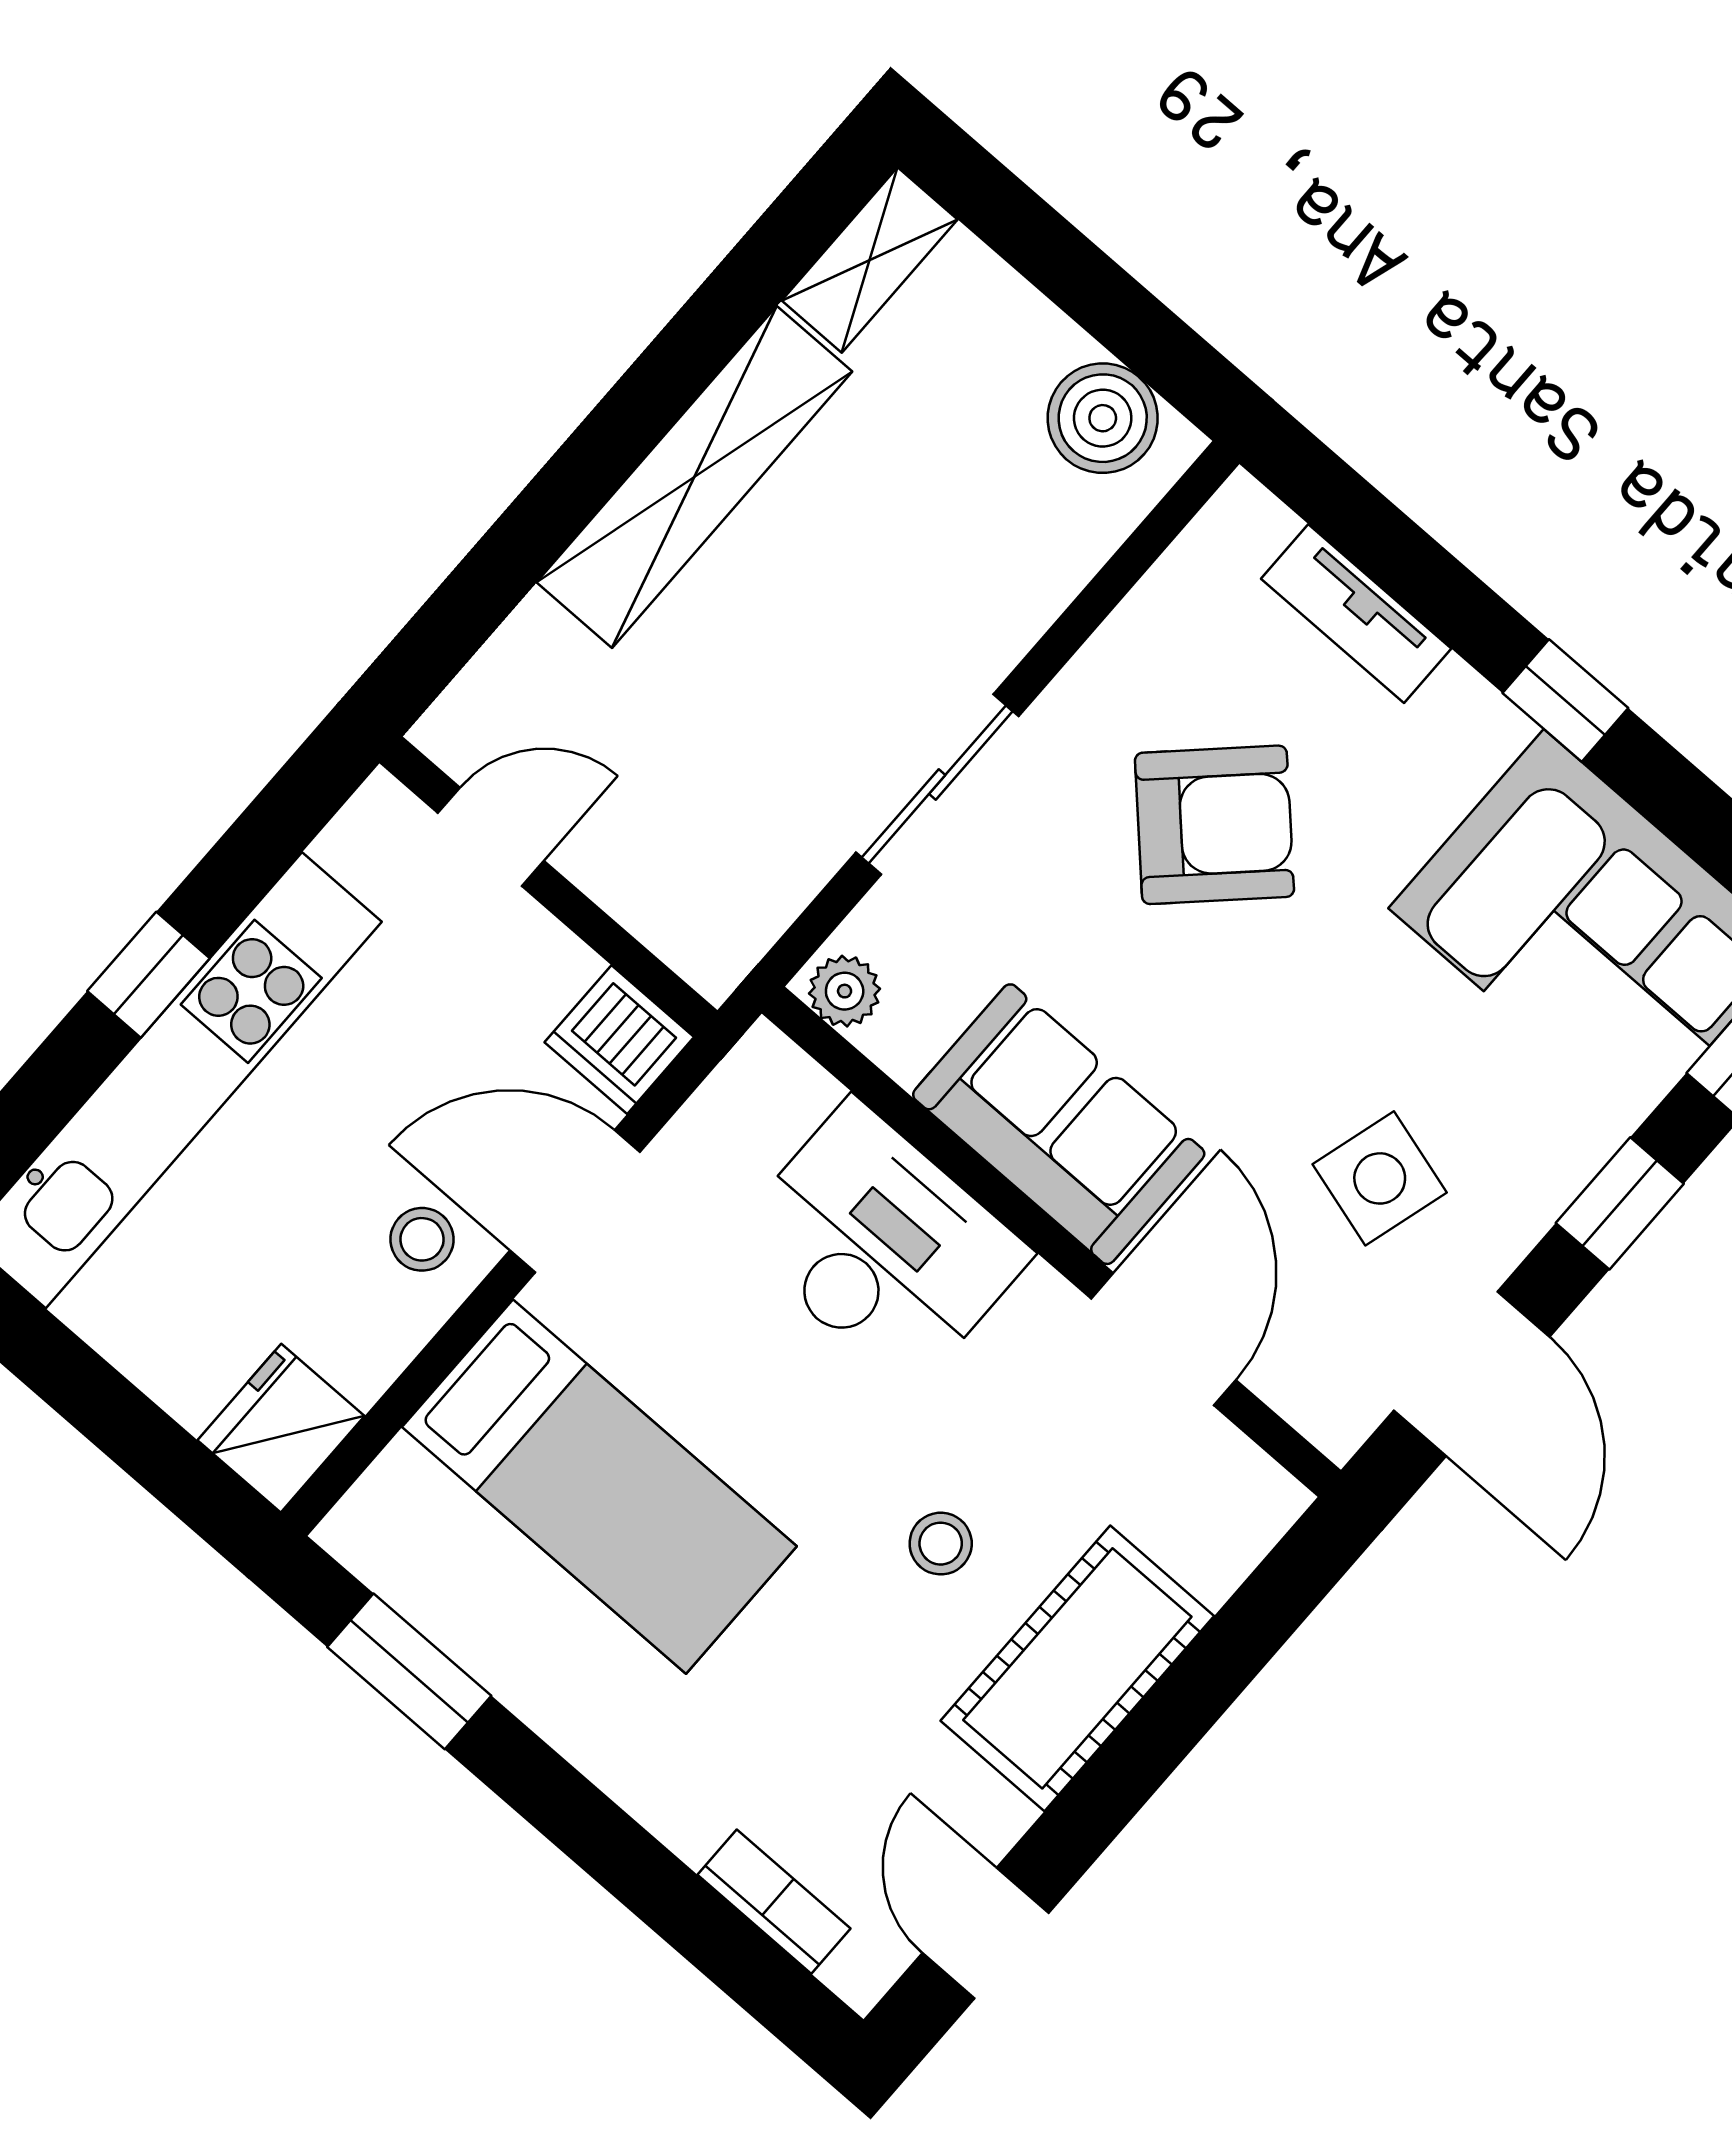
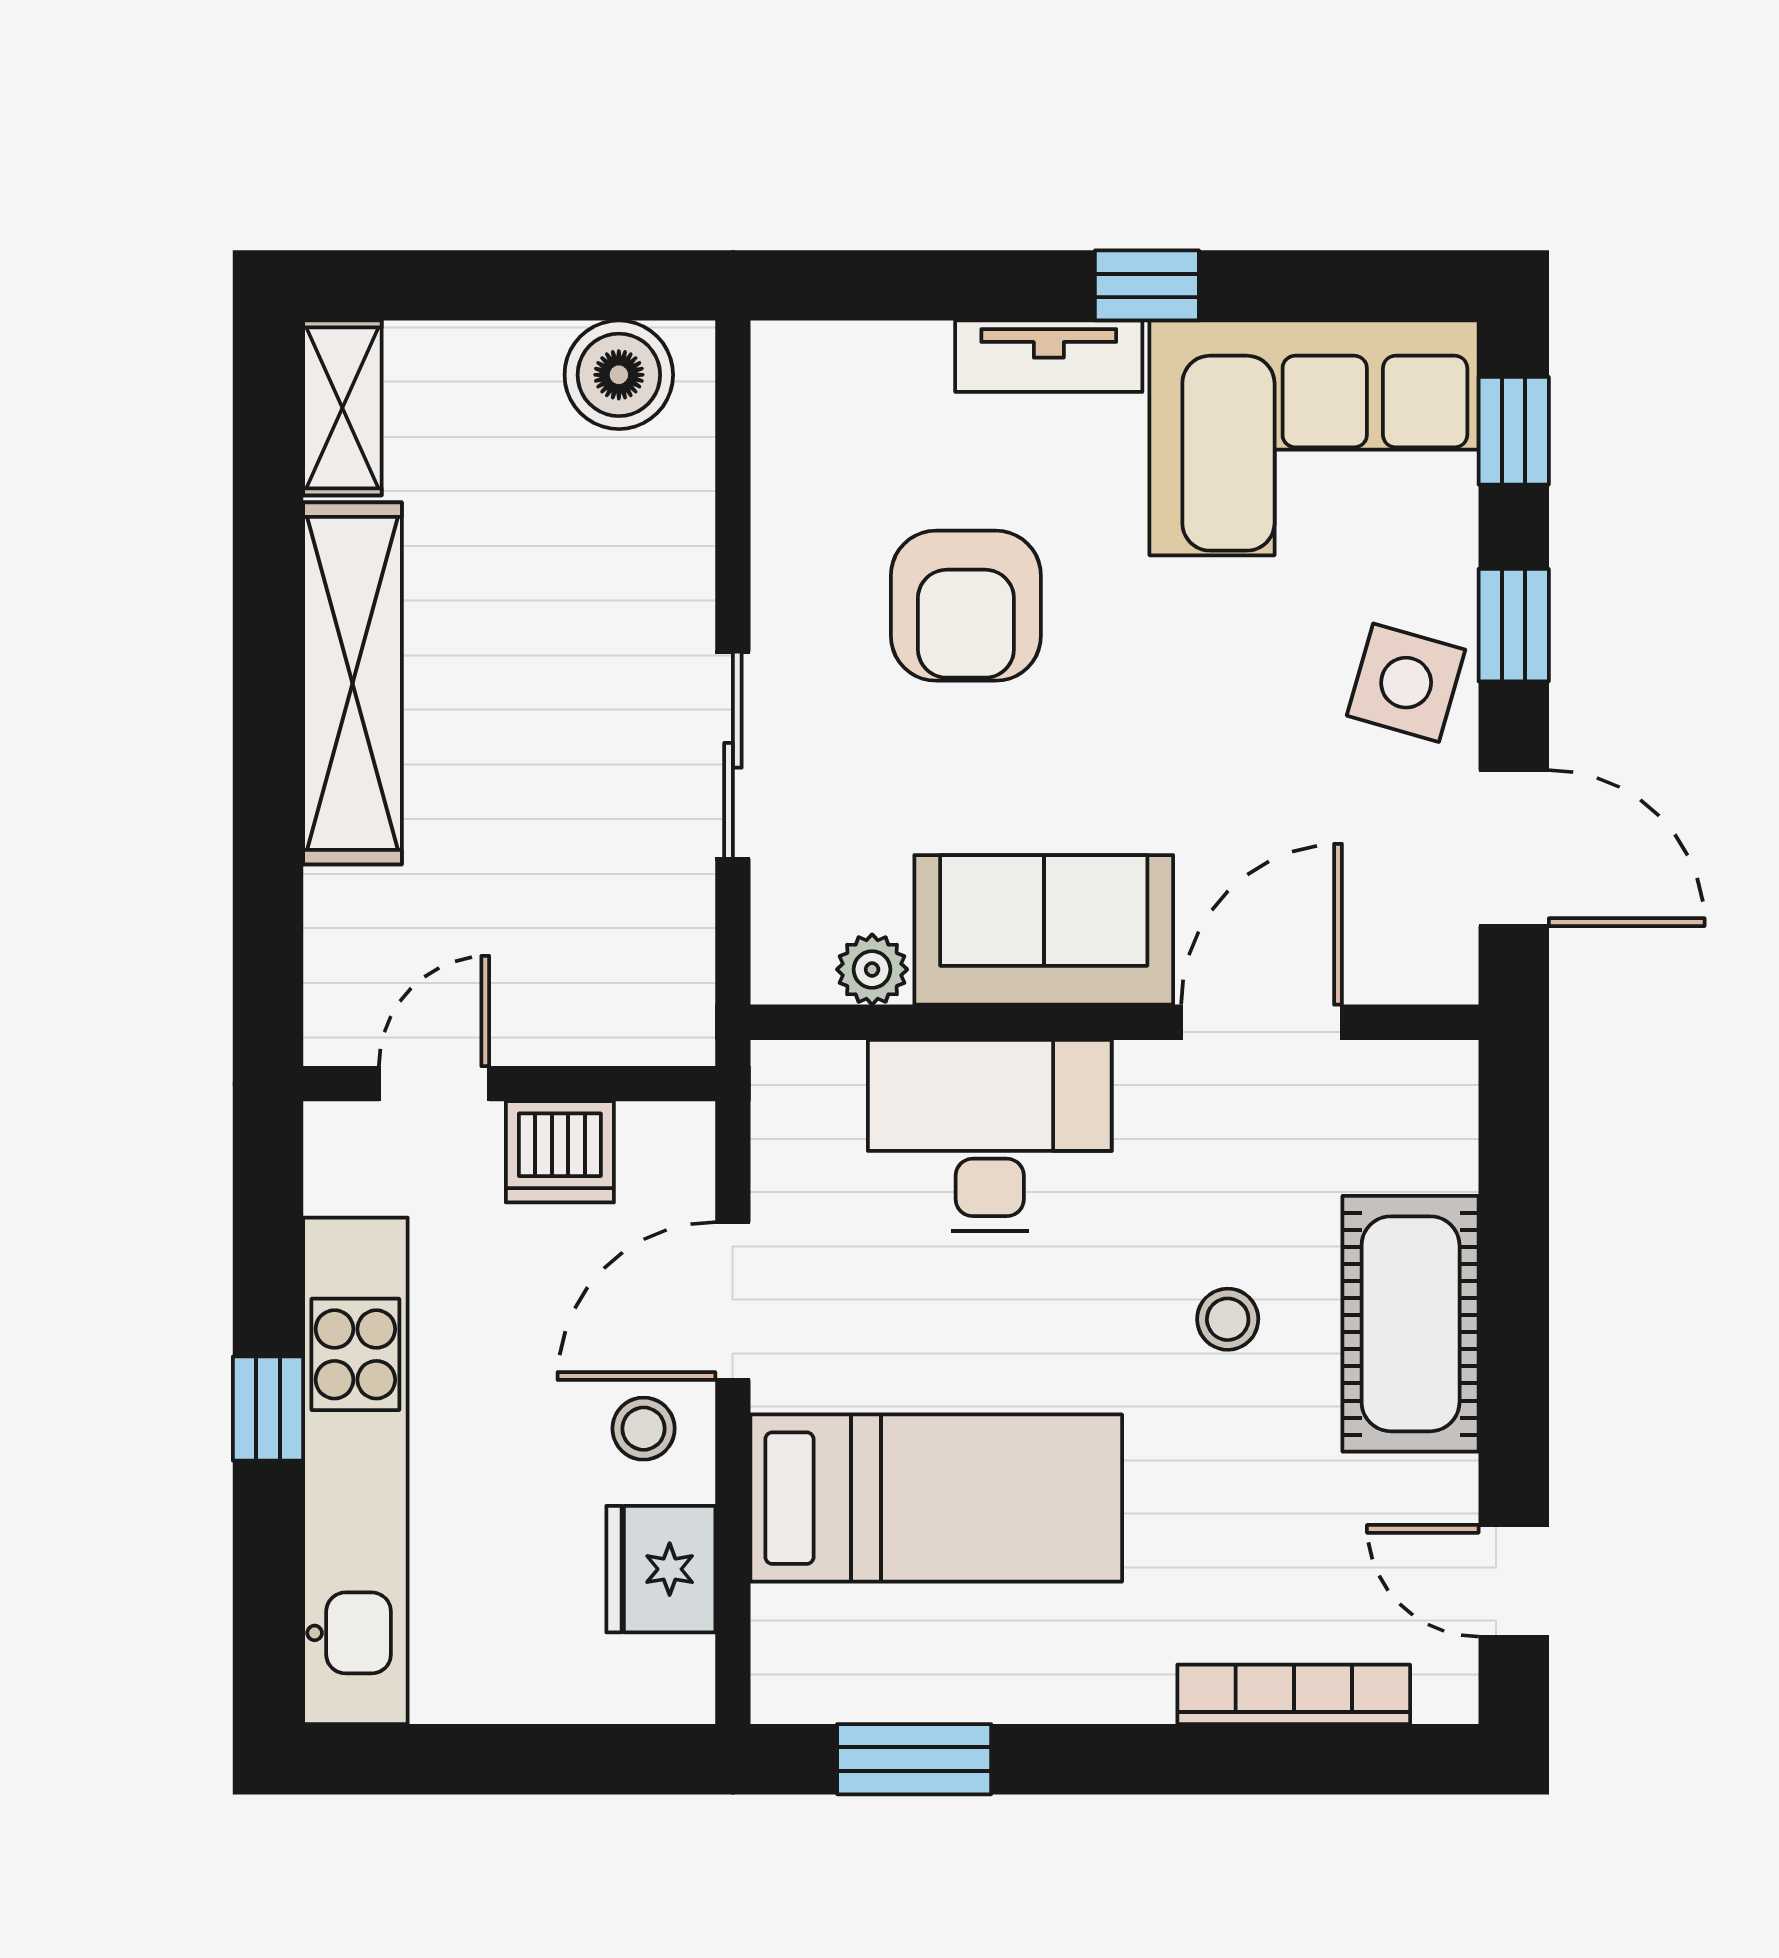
tv unit: (1356, 614) -> (1049, 356), moved
armchair: (1214, 825) -> (966, 606), turned 134
plant: (845, 991) -> (872, 969), moved
dishwasher: (619, 1040) -> (560, 1152), moved
side table: (1380, 1178) -> (1406, 683), moved
door: (1164, 1339) -> (1262, 1022), hinge flipped
fridge: (281, 1428) -> (661, 1569), moved
bookcase: (774, 1902) -> (1294, 1694), width x1.56

